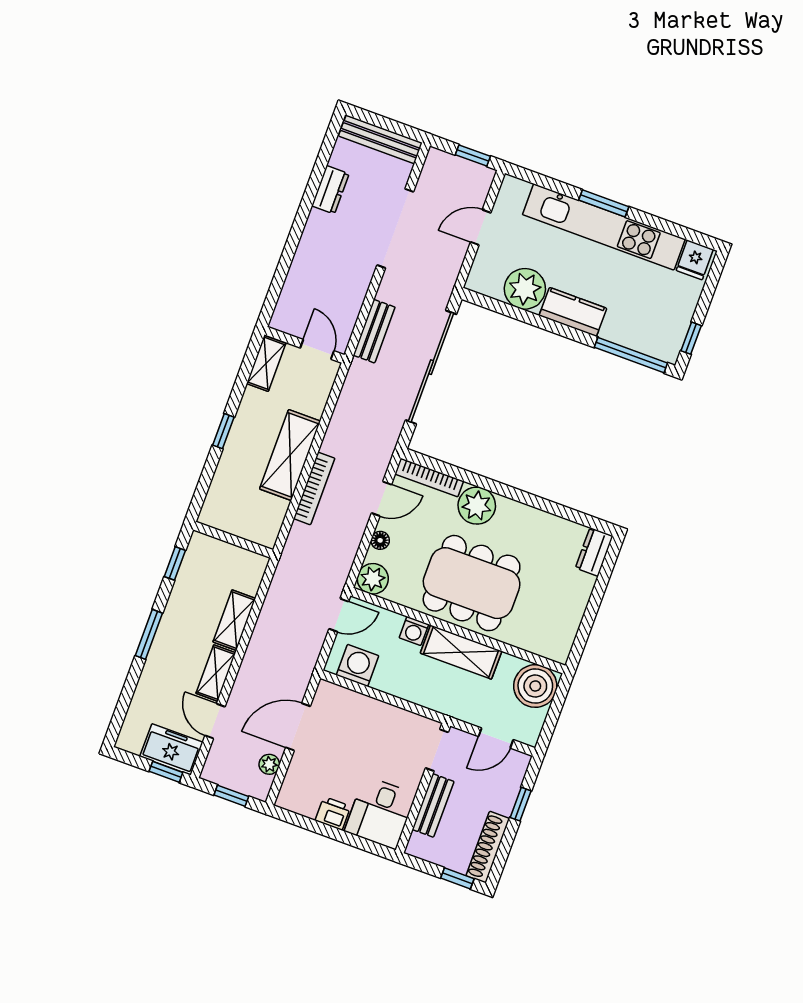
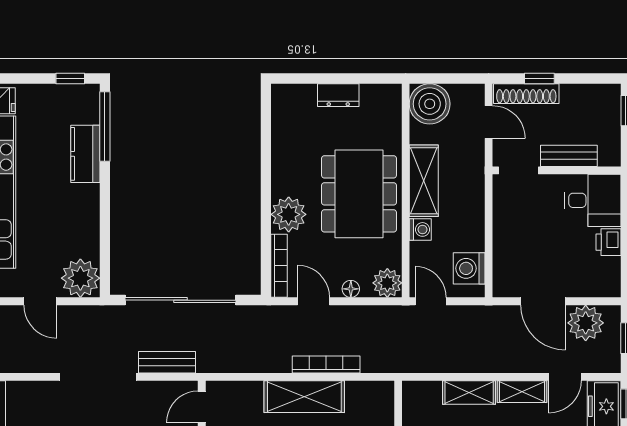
doorway: (395, 228) -> (98, 377), moved
plant: (525, 289) -> (80, 278), moved
kitchen counter: (573, 312) -> (85, 154), moved
dresser: (594, 552) -> (338, 95), moved
plant: (269, 764) -> (586, 323), width x1.88, depth x1.88
shoe rack: (488, 847) -> (526, 94), moved

